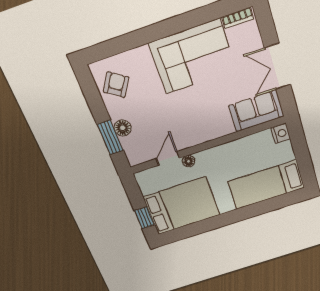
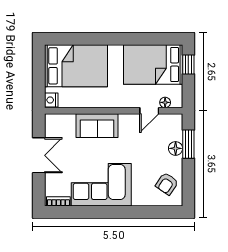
sofa: (256, 111) -> (97, 126), moved
floor lamp: (189, 161) -> (165, 102), moved
bed: (266, 185) -> (76, 66), width x1.50

